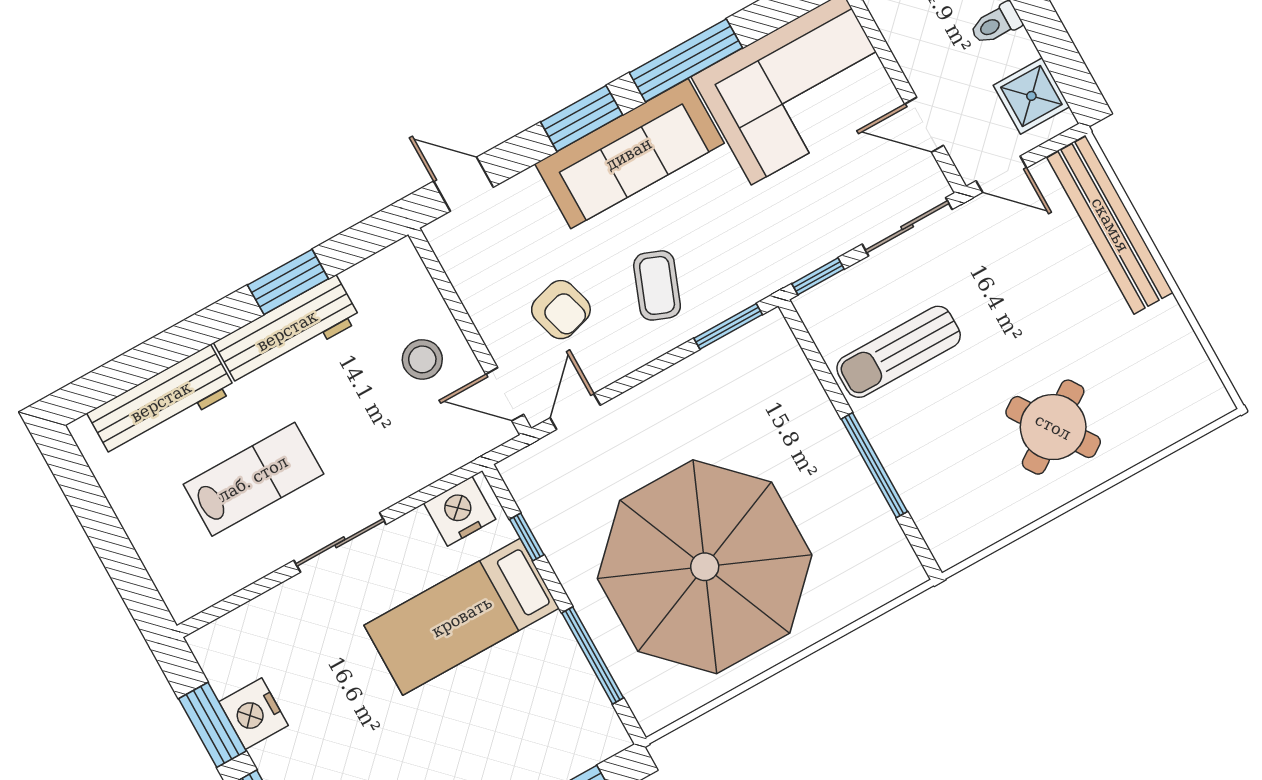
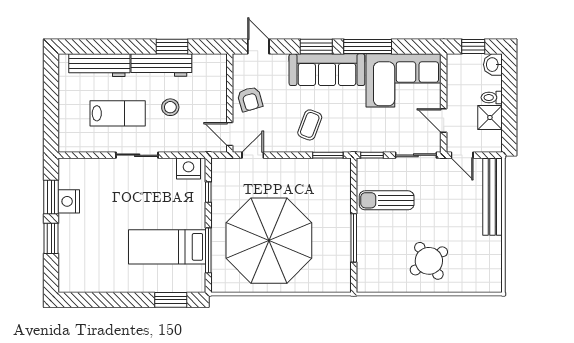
shower: (1031, 96) -> (490, 117), moved
armchair: (561, 310) -> (250, 99), moved
stool: (422, 359) -> (170, 107), moved
bed: (462, 617) -> (167, 247), moved

